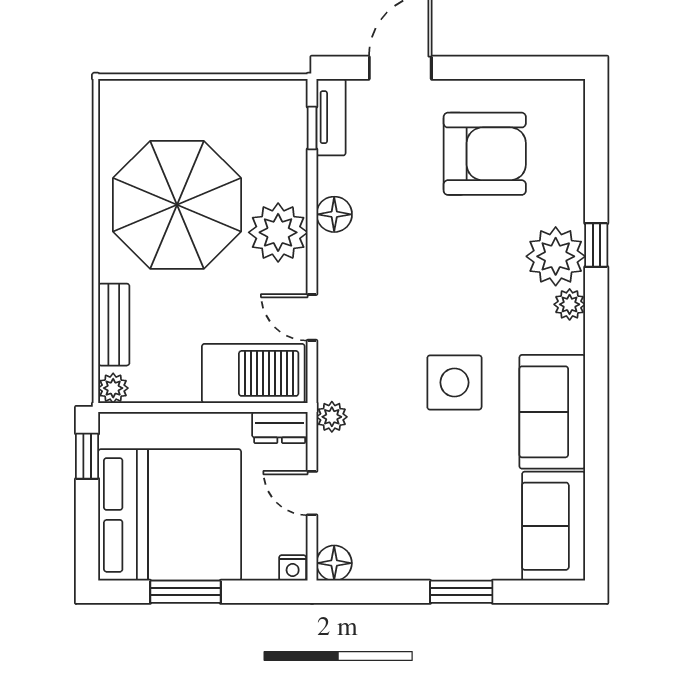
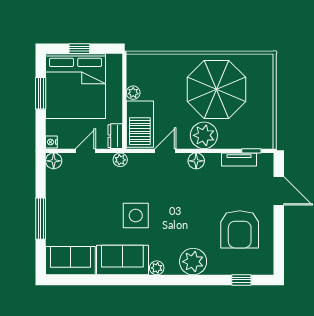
tv unit: (331, 117) -> (239, 159), moved
floor lamp: (334, 214) -> (196, 161), moved
window: (596, 245) -> (241, 280), moved
plant: (570, 304) -> (157, 268), moved
bench: (114, 325) -> (162, 61), removed
plant: (113, 388) -> (133, 93), moved
window: (87, 456) -> (79, 49), moved
window: (461, 592) -> (41, 219), width x1.44

